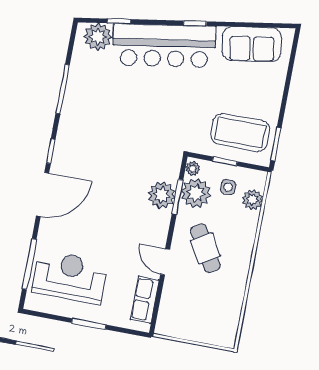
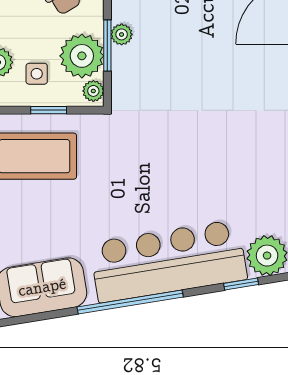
window: (195, 23) -> (130, 302), width x3.17
plant: (162, 195) -> (122, 34), width x0.53, depth x0.53

